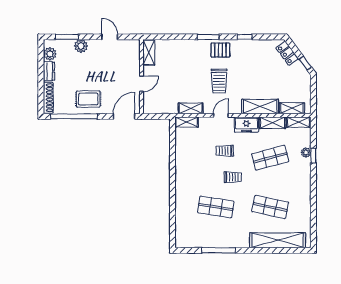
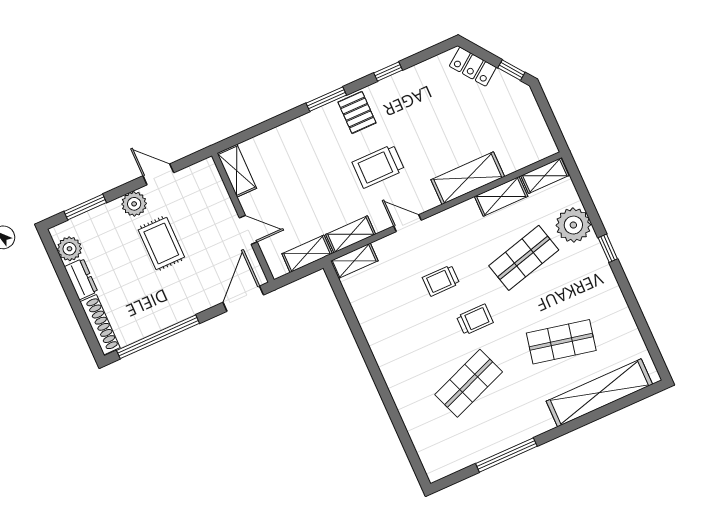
plant: (81, 46) -> (134, 204), moved
pallet: (220, 50) -> (357, 112), turned 90
trolley: (219, 81) -> (378, 166), turned 90
door: (142, 84) -> (248, 230), hinge flipped
rug: (88, 99) -> (161, 243), moved, turned 90
shelving: (292, 108) -> (307, 254), moved
door: (221, 115) -> (408, 223), hinge flipped
freezer: (246, 125) -> (458, 220), removed
plant: (306, 153) -> (573, 225), width x1.87, depth x1.87
window: (313, 156) -> (608, 248), moved
shop shelf: (216, 207) -> (469, 383), turned -30

